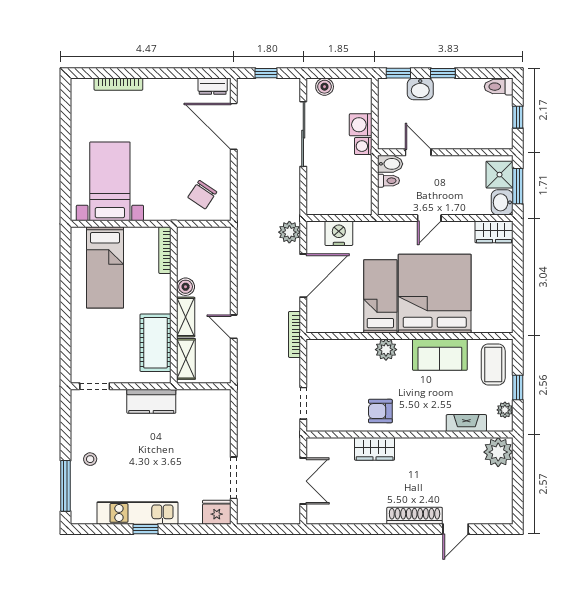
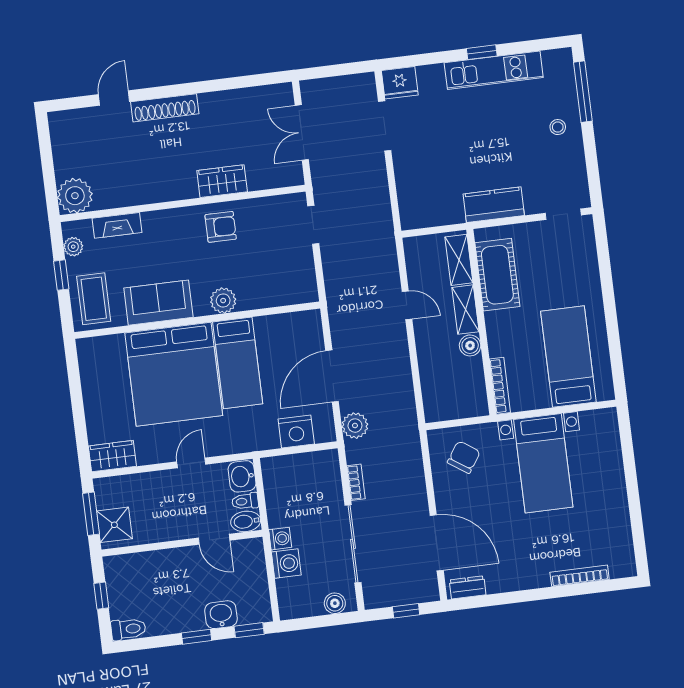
bed with nightstands: (110, 181) -> (543, 463), moved
washbasin: (502, 202) -> (242, 476), moved, turned 180
bookcase: (294, 334) -> (356, 482), moved, width x0.64

